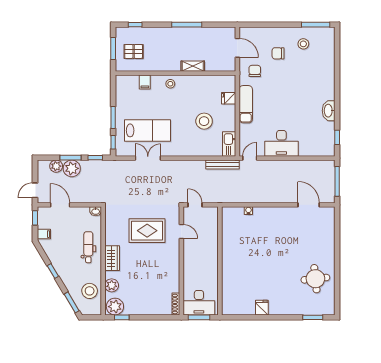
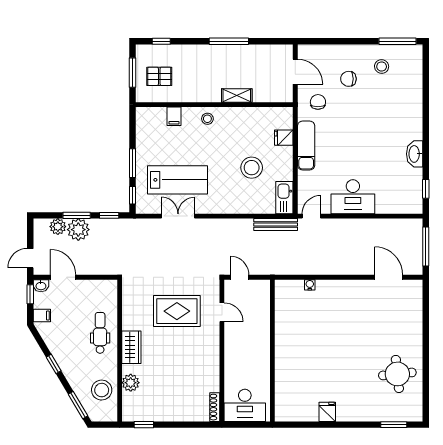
washbasin: (96, 211) -> (41, 286), moved
plant: (115, 307) -> (135, 410), removed
window: (199, 317) -> (245, 425), removed

